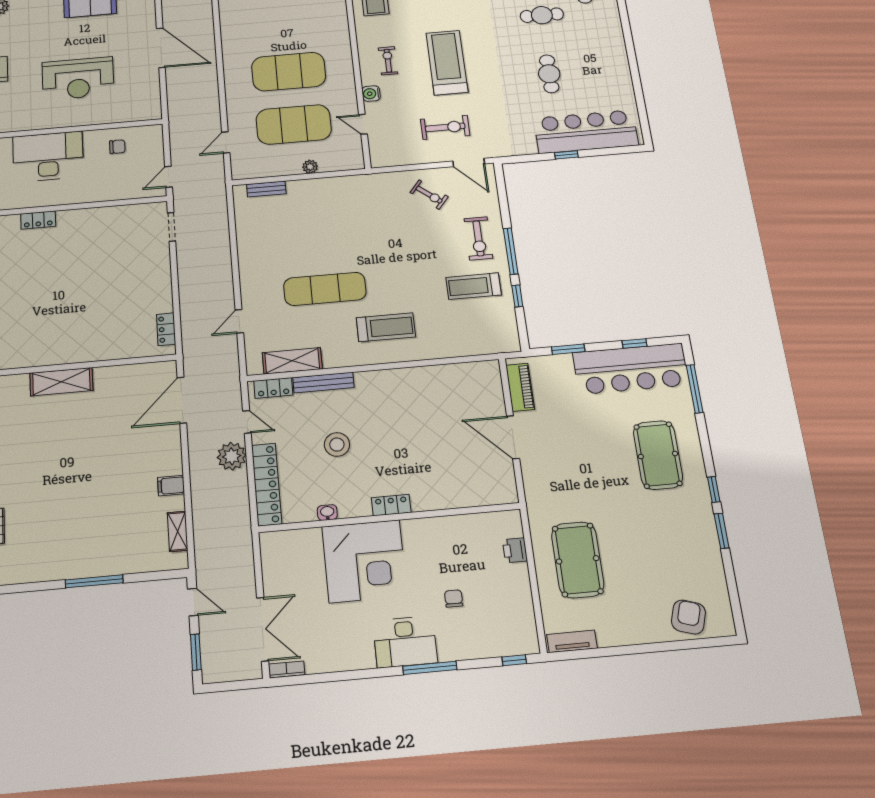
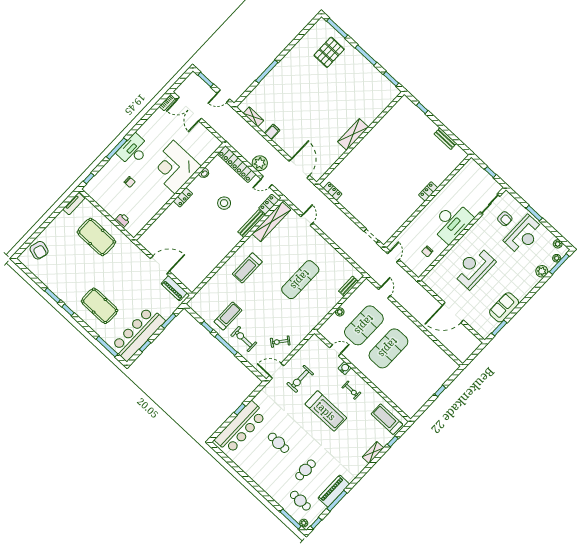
exercise mat: (325, 289) -> (300, 280), moved
shelving: (292, 361) -> (271, 222), width x1.47

